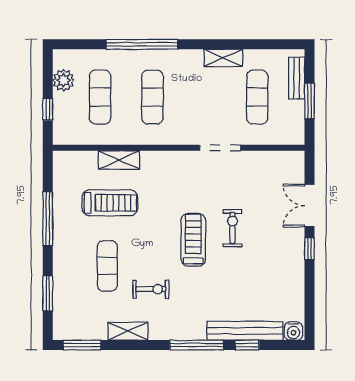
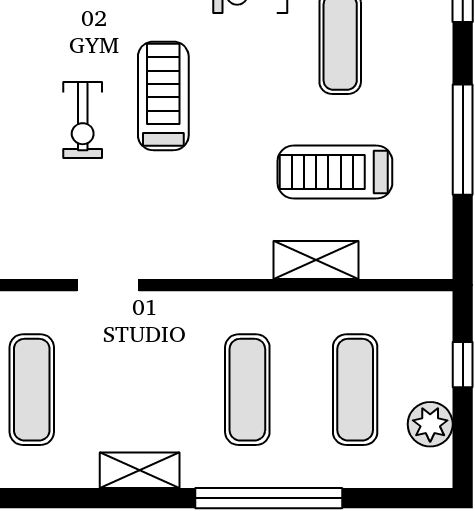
shelving: (223, 58) -> (140, 470), moved
doorway: (220, 148) -> (108, 285), width x0.73
treadmill: (193, 240) -> (163, 96), turned 180

